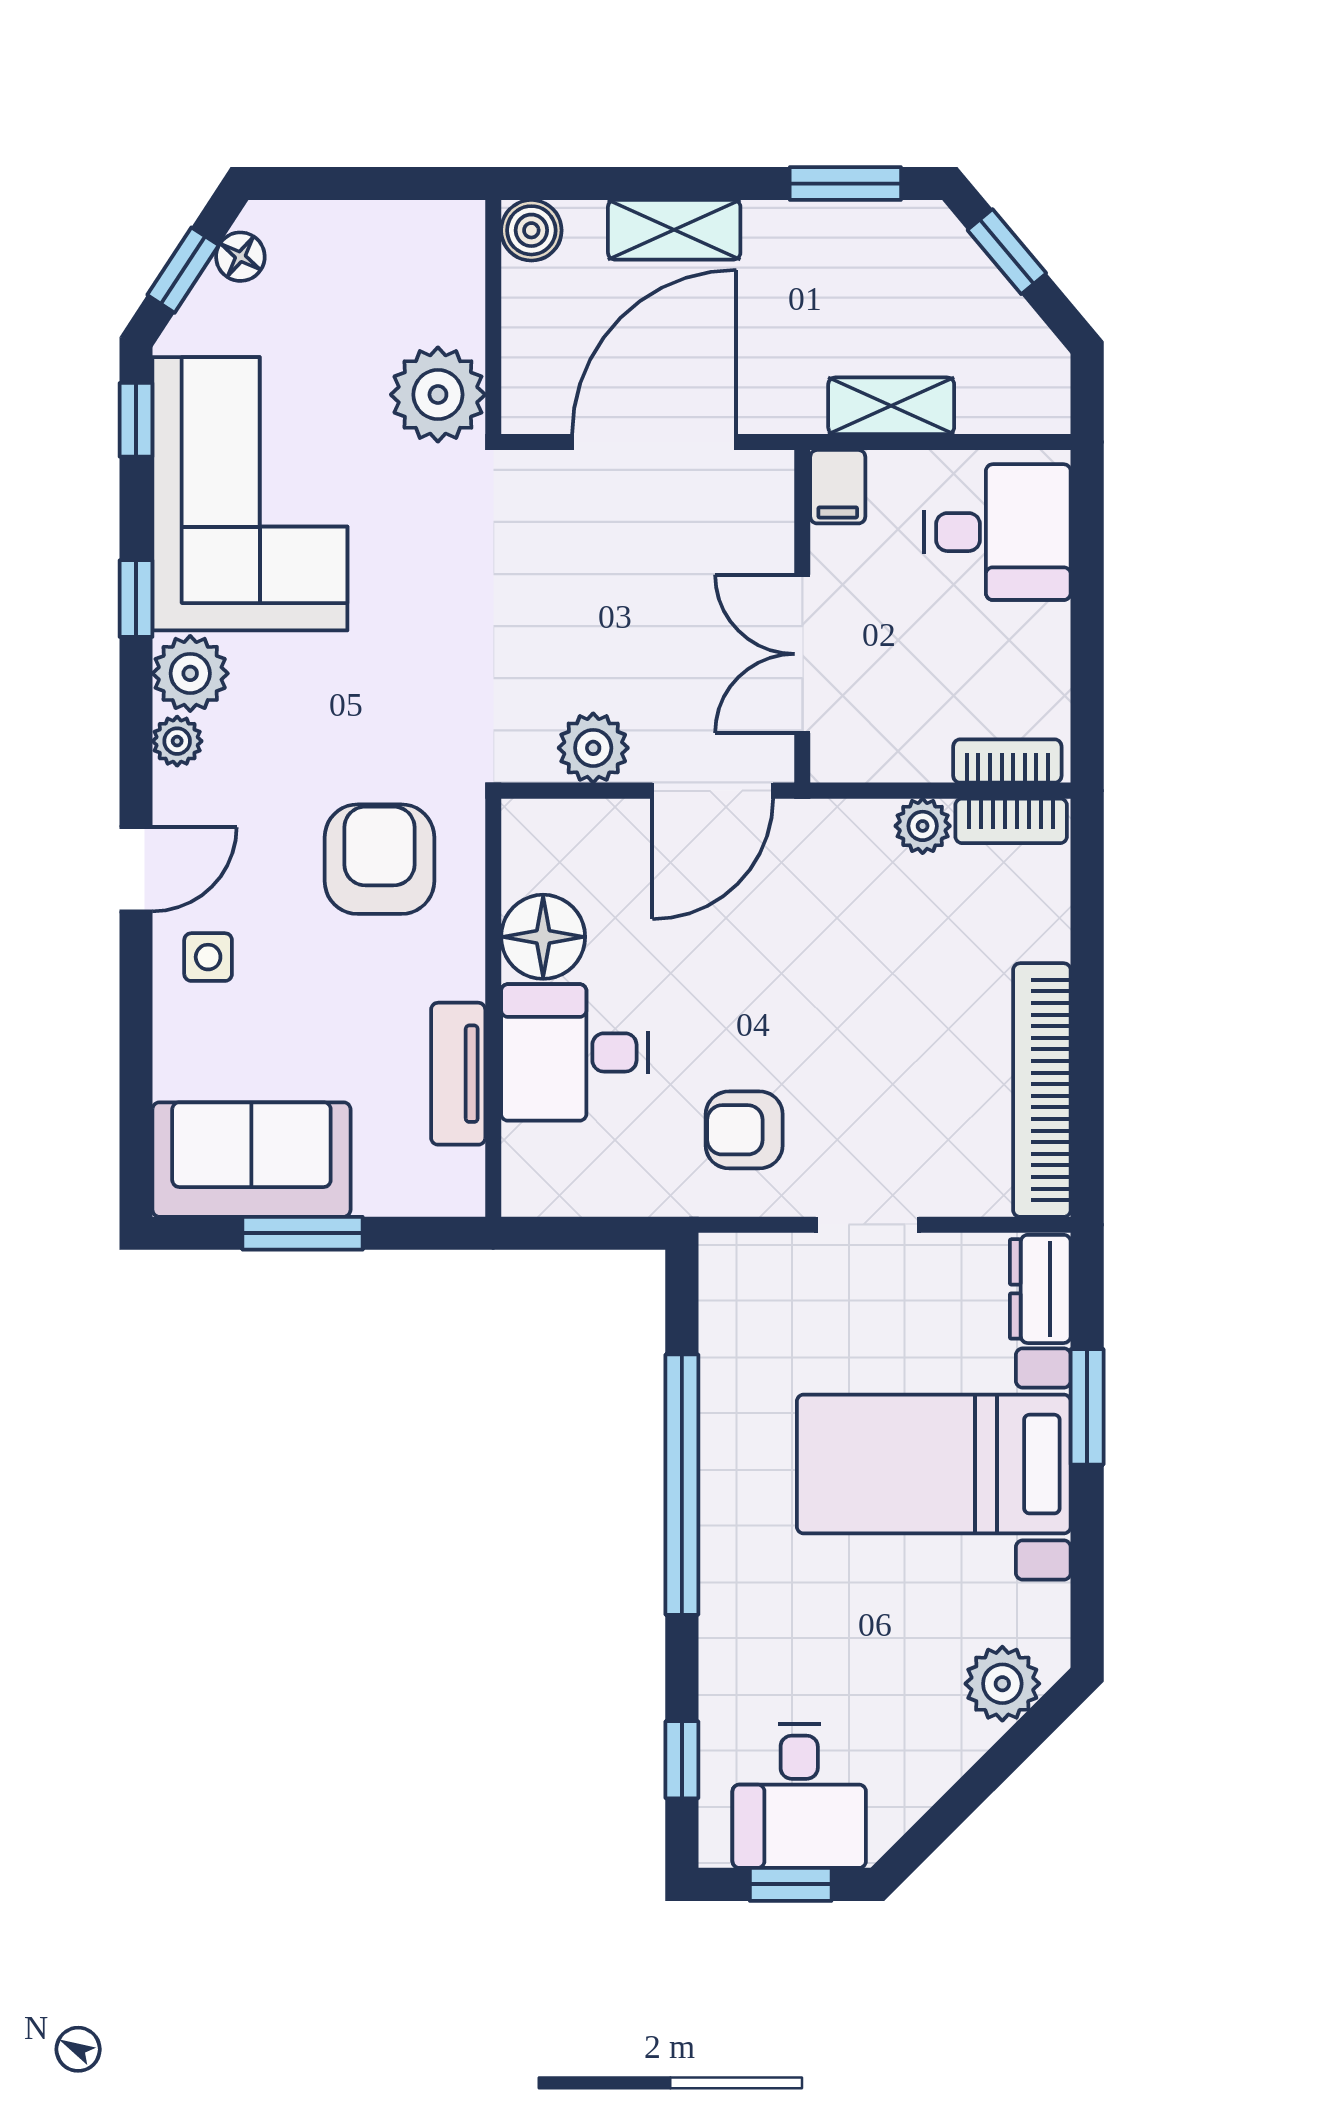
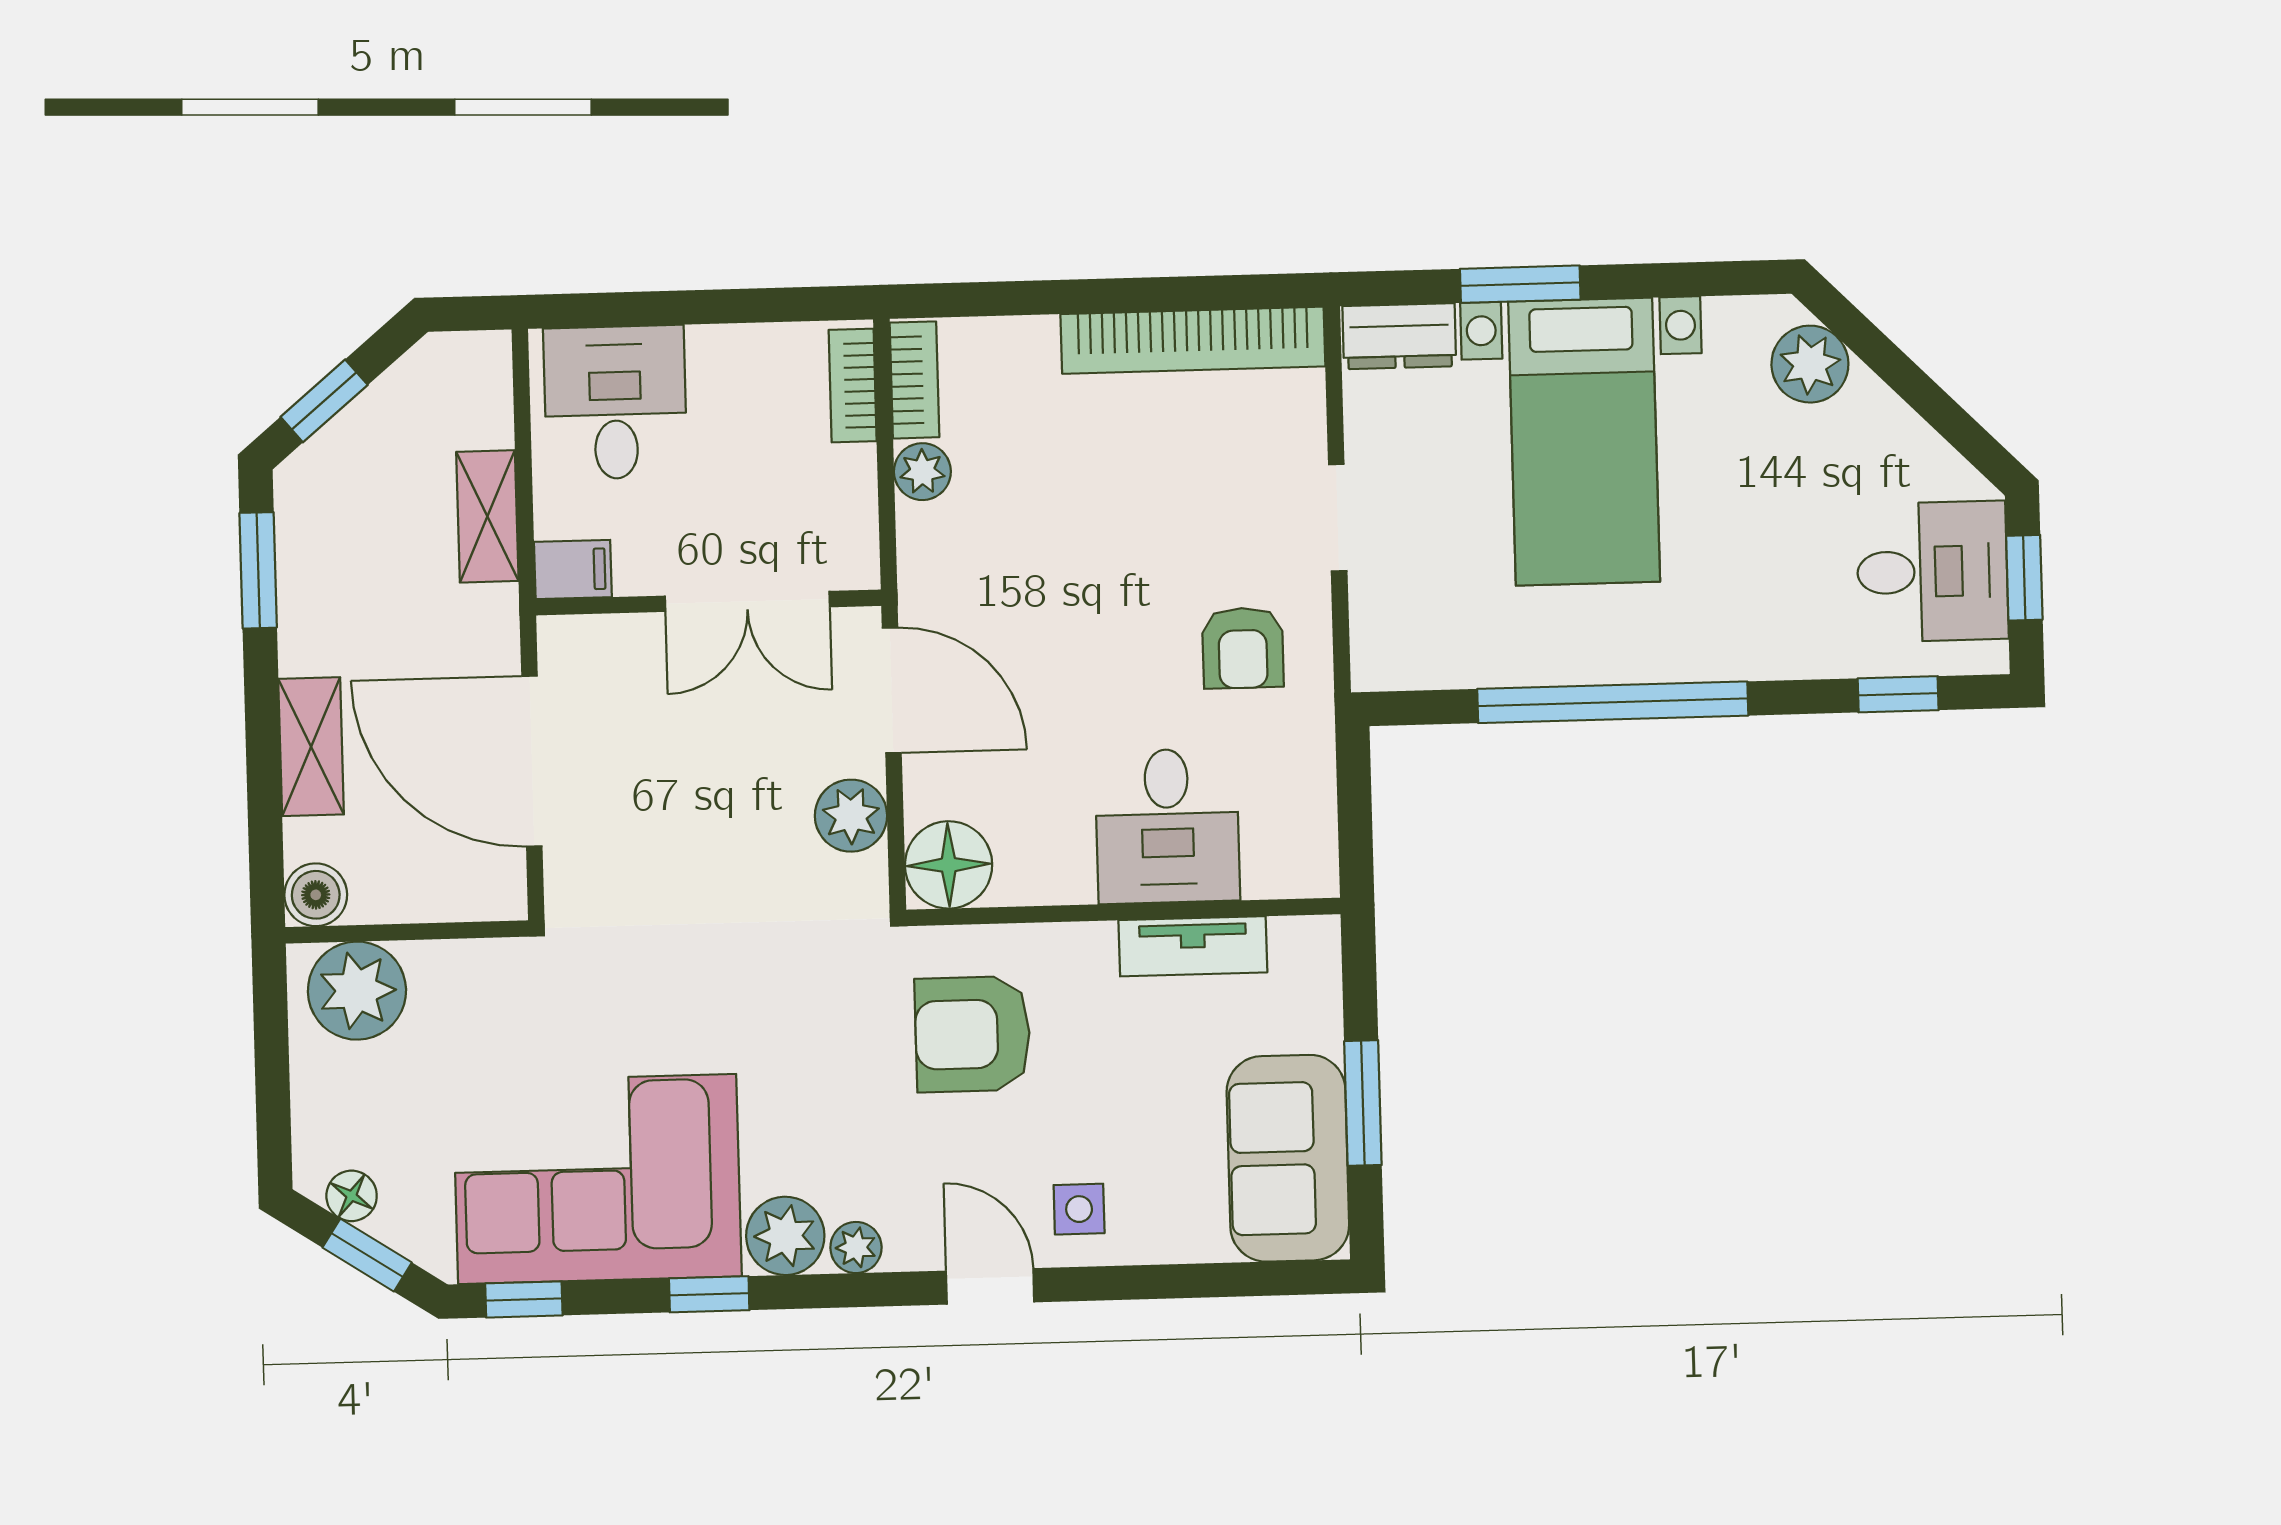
plant: (438, 395) -> (357, 991), moved
floor lamp: (543, 937) -> (949, 865), moved

